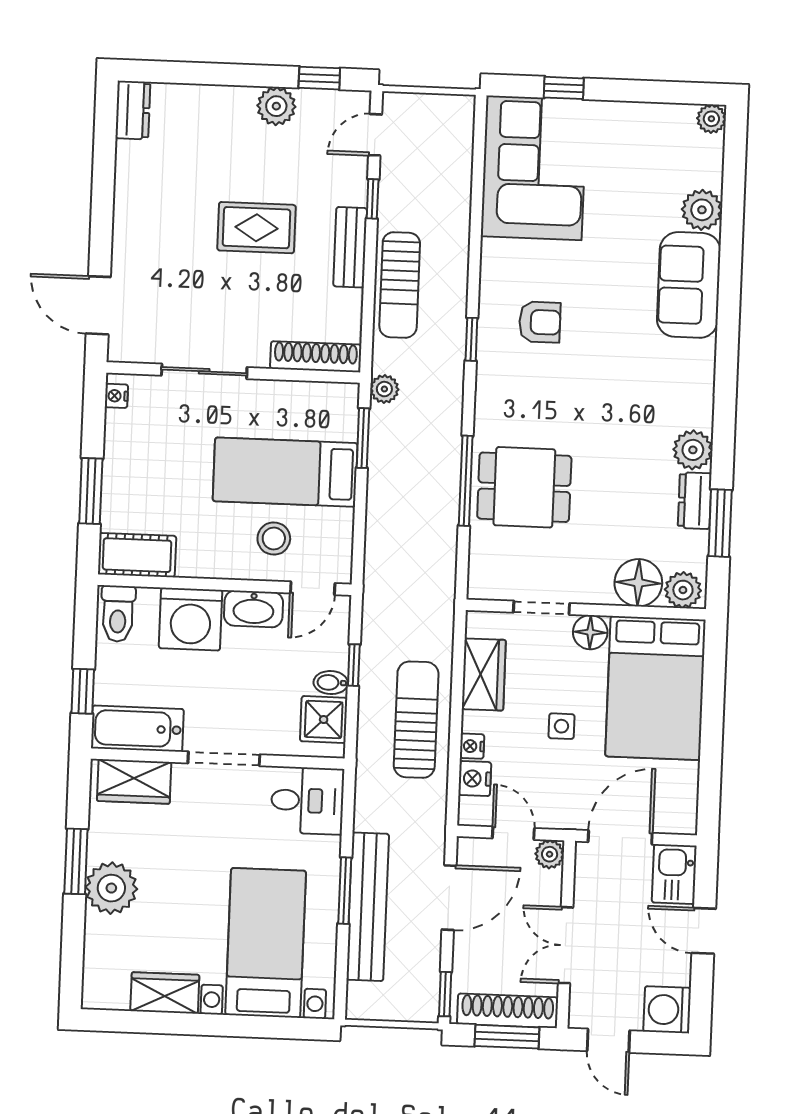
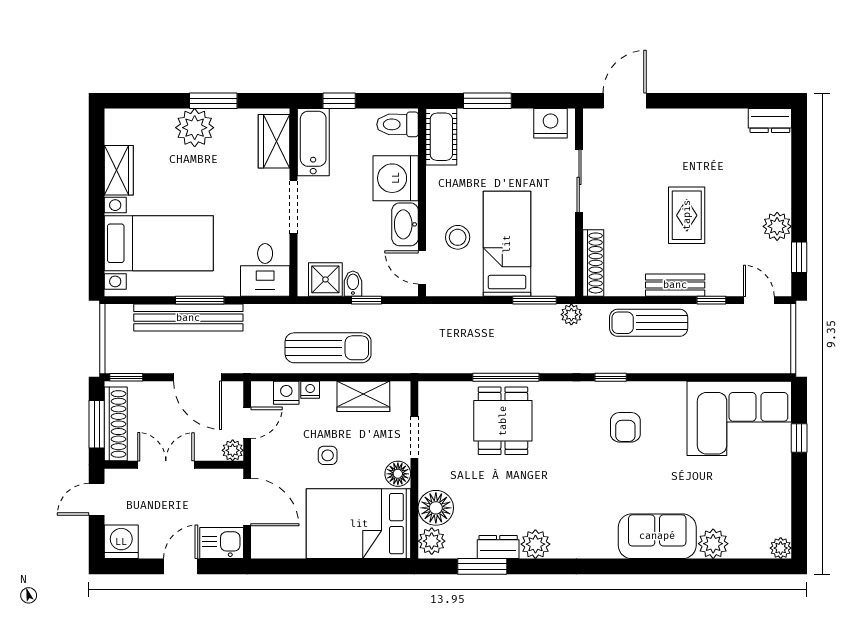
nightstand: (116, 396) -> (551, 123), width x1.89, depth x1.79

